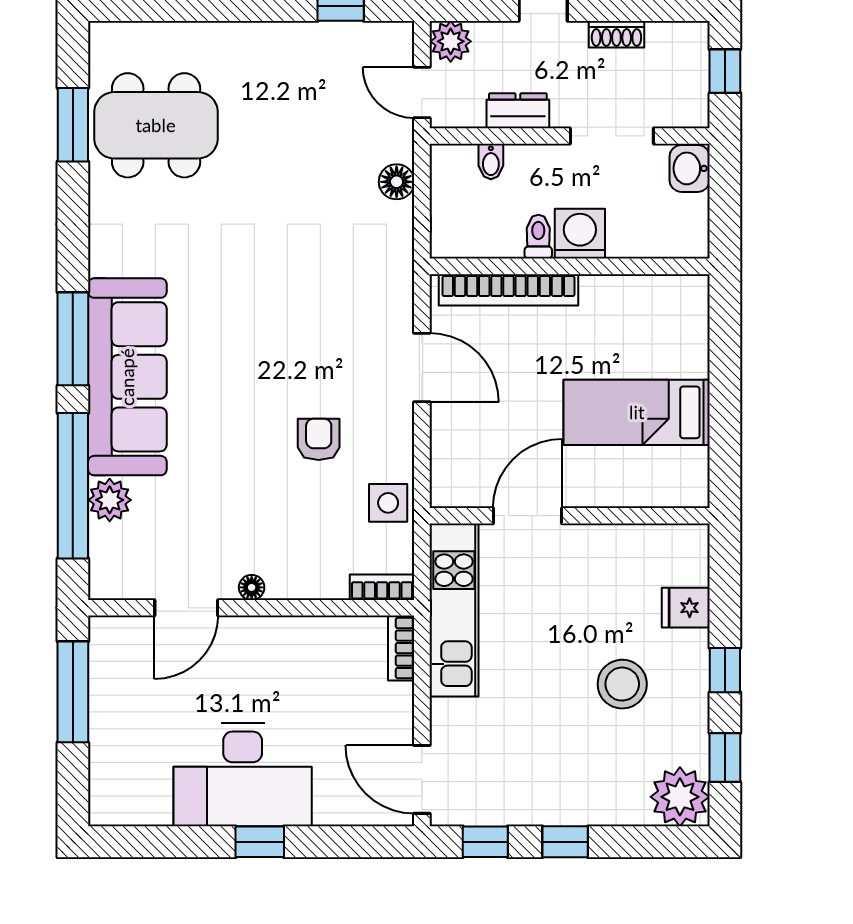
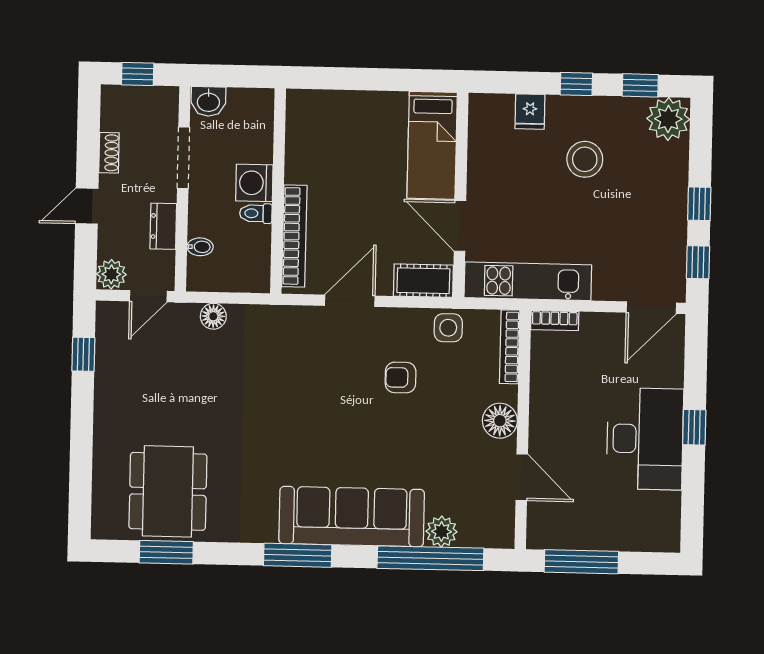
window: (73, 339) -> (298, 555), moved
bed: (637, 412) -> (432, 145), moved
cot: (452, 467) -> (423, 281), added
floor lamp: (252, 587) -> (500, 421), width x1.89, depth x1.89
bookcase: (382, 587) -> (510, 347), width x1.56

